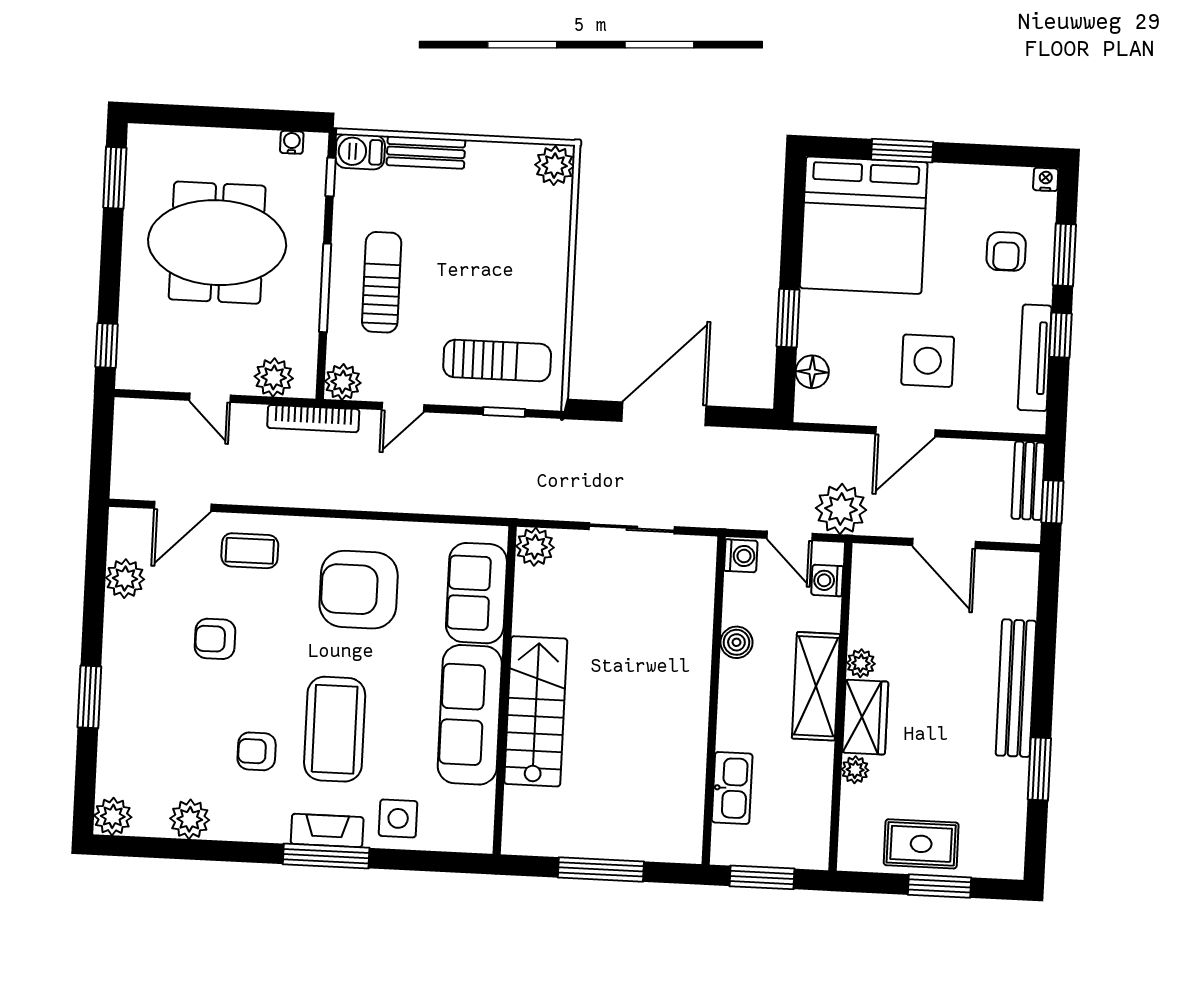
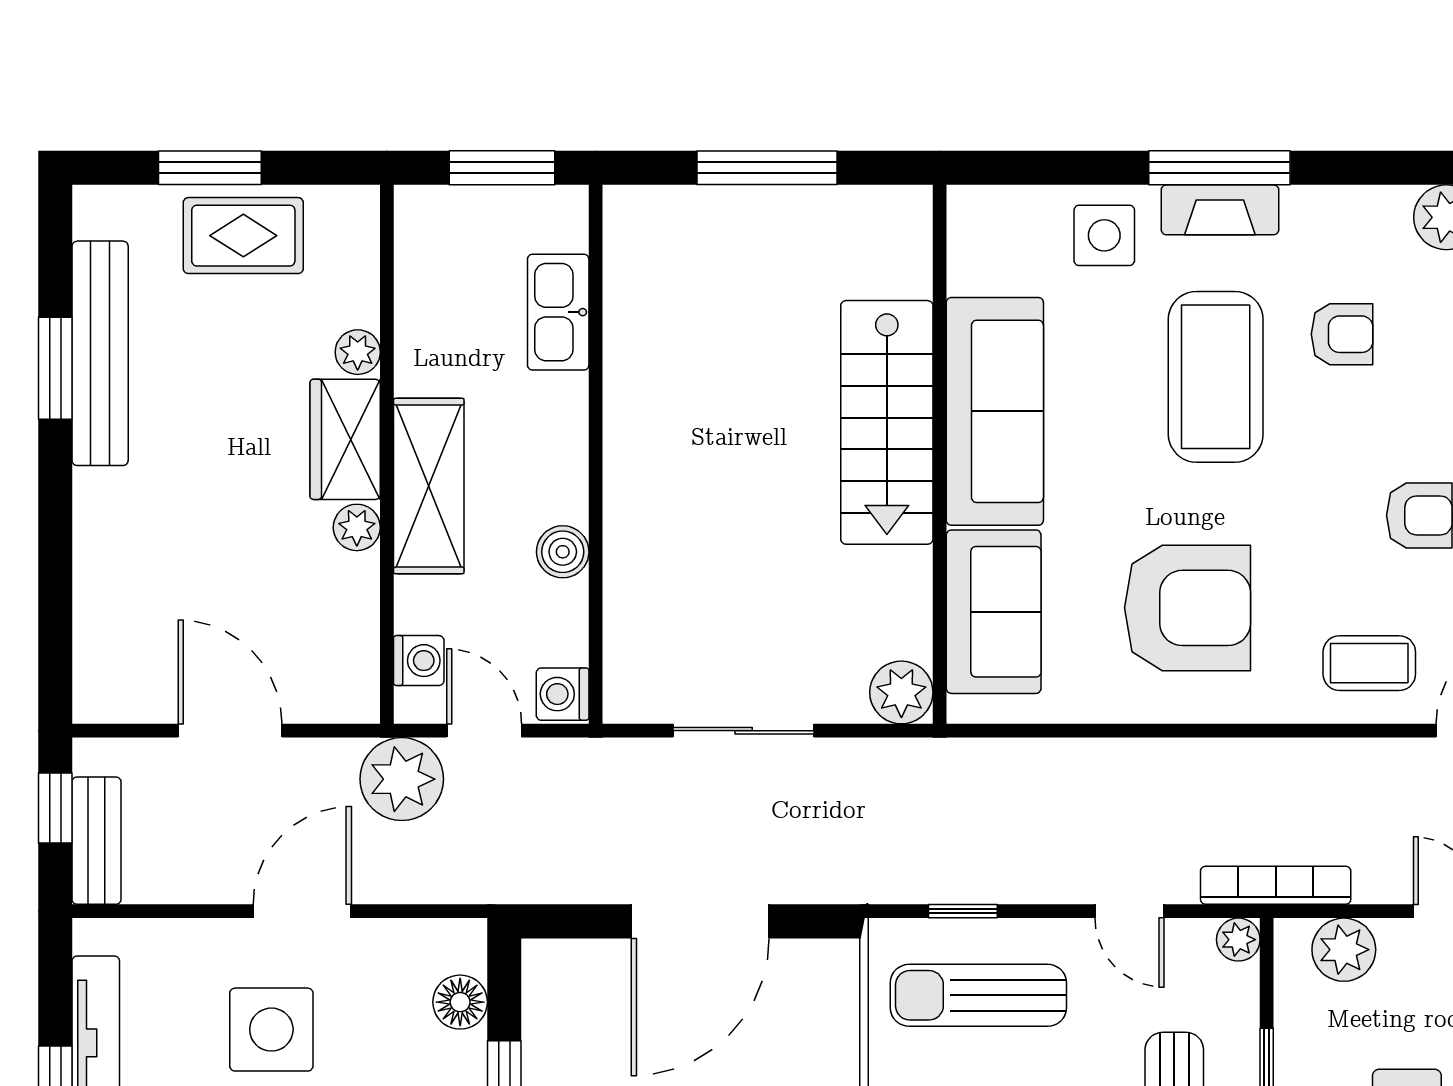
plant: (343, 382) -> (1238, 940), width x0.73, depth x0.73
door: (403, 407) -> (1129, 911), swing flipped
bench: (1016, 688) -> (100, 353), moved

